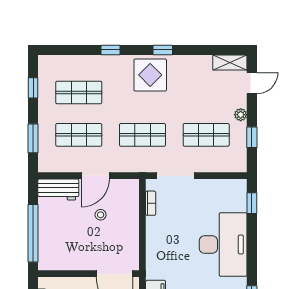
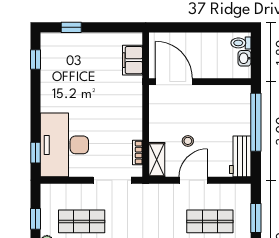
shop shelf: (142, 135) -> (146, 221), removed
workbench: (58, 190) -> (240, 156), moved, turned -90
shelving: (131, 196) -> (157, 160), added
desk: (223, 245) -> (64, 145), moved

